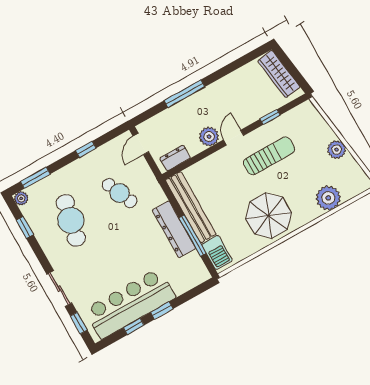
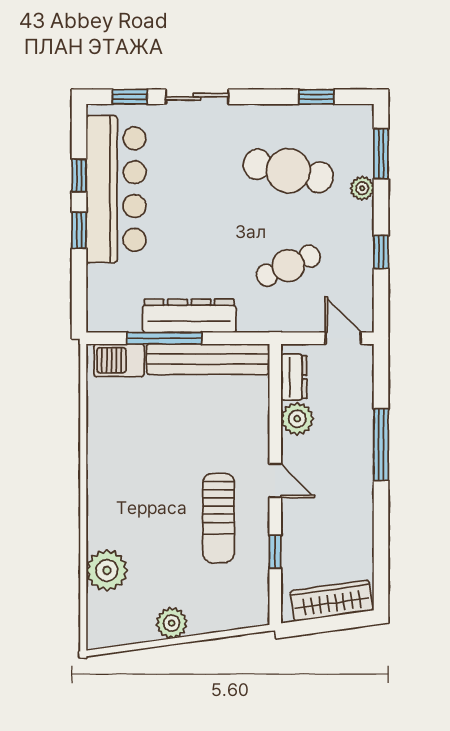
plant: (209, 137) -> (297, 419), moved
plant: (21, 198) -> (362, 188), moved
parasol: (269, 216) -> (130, 467), removed

